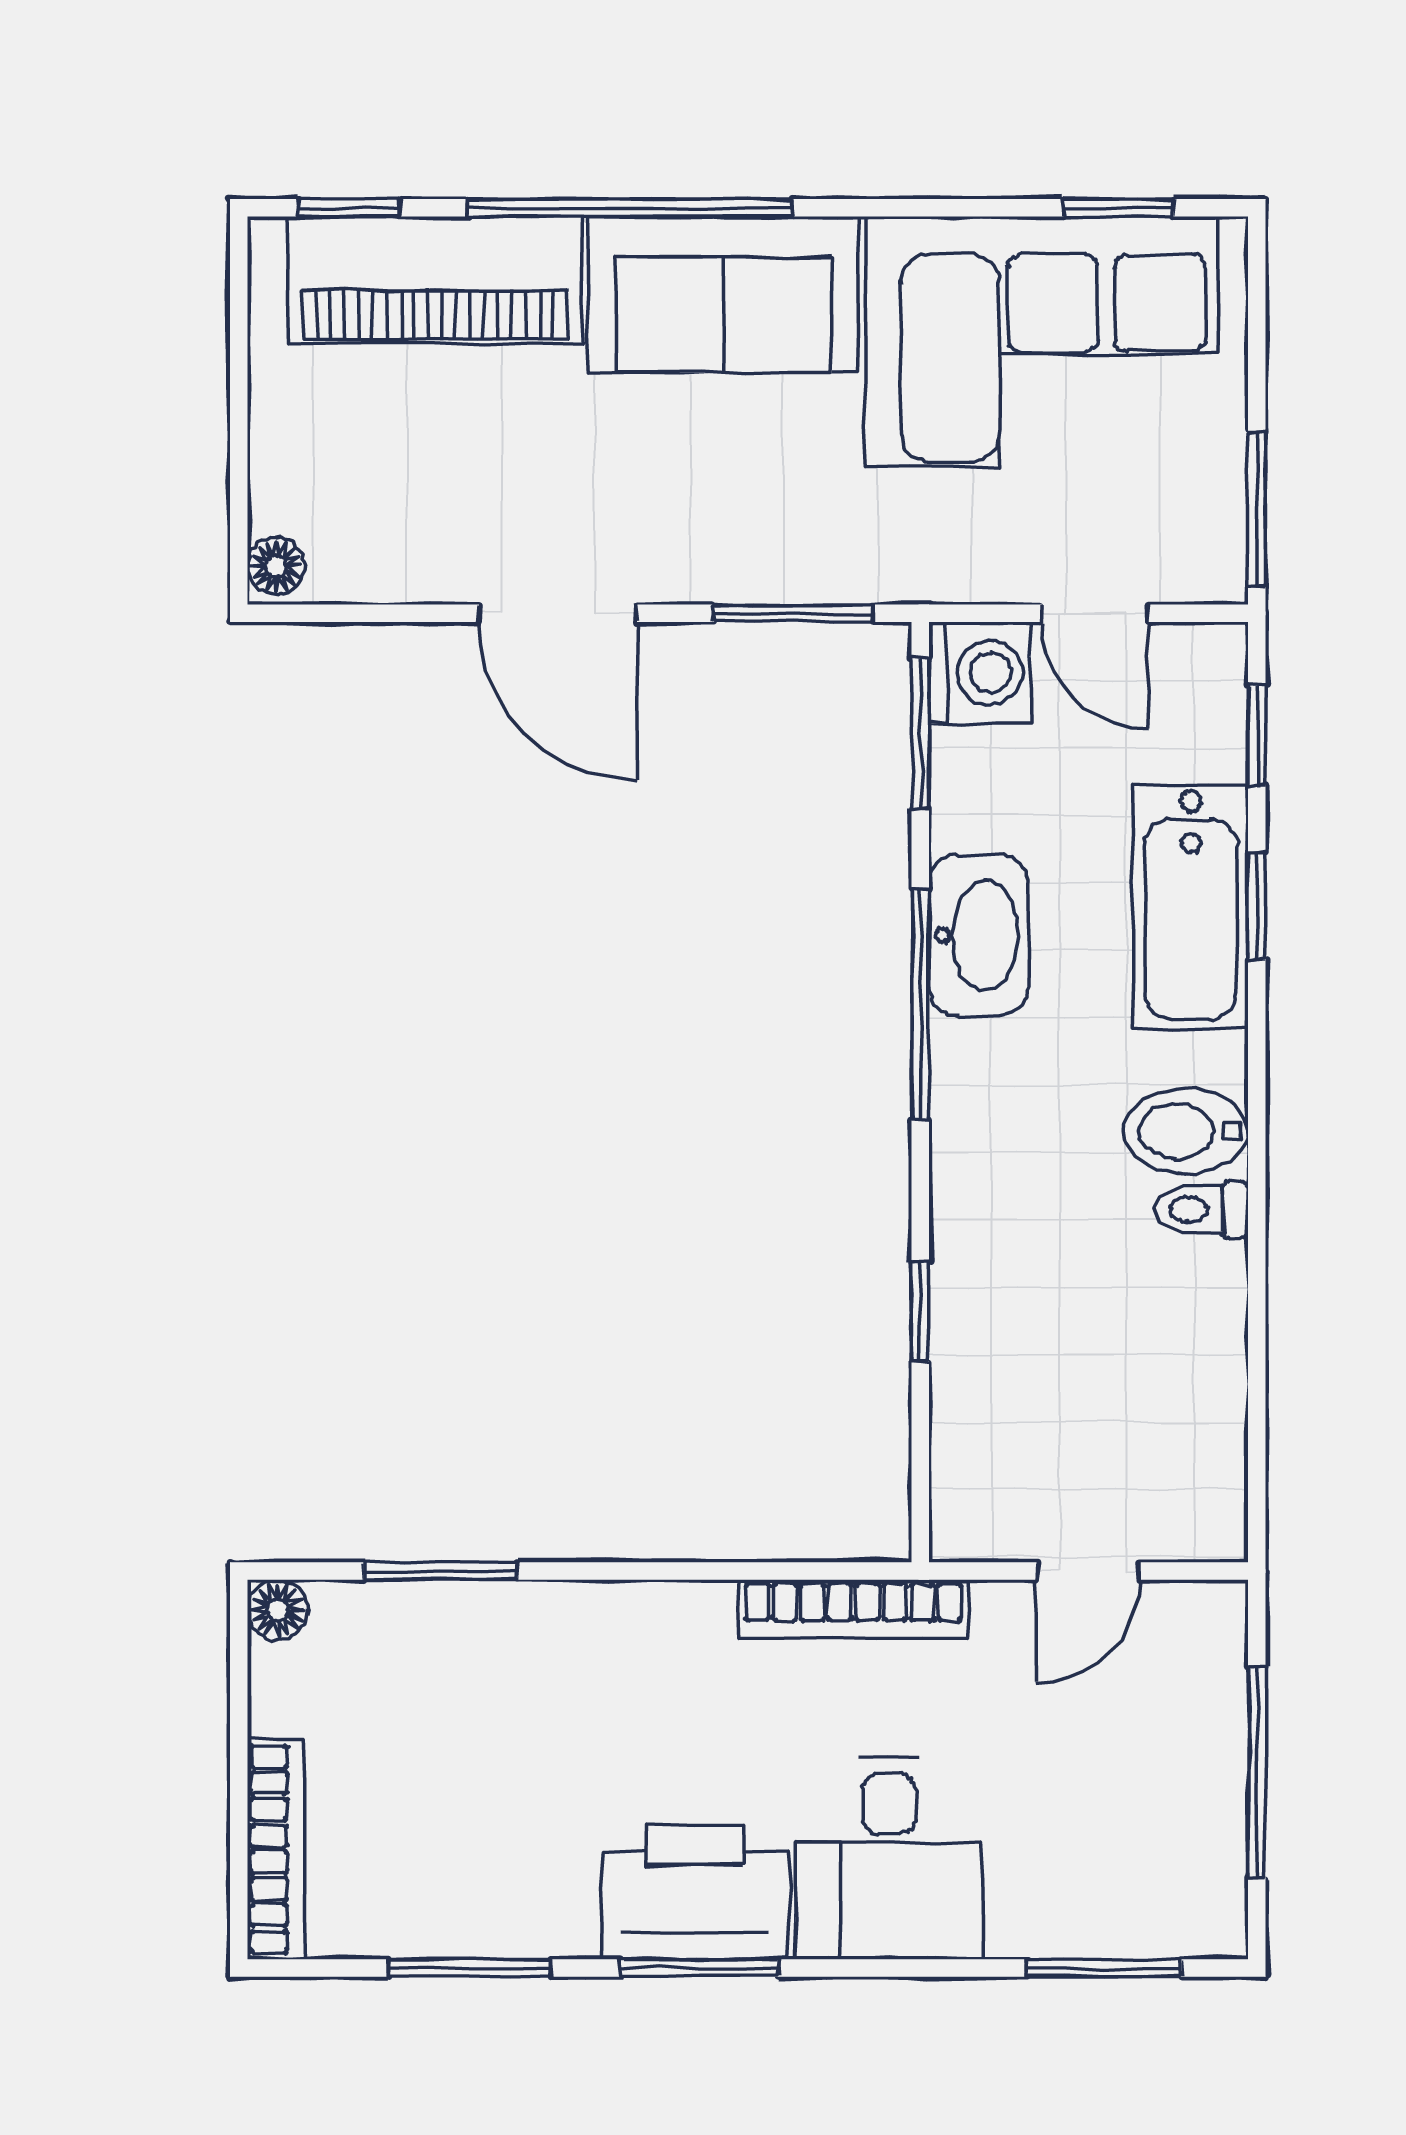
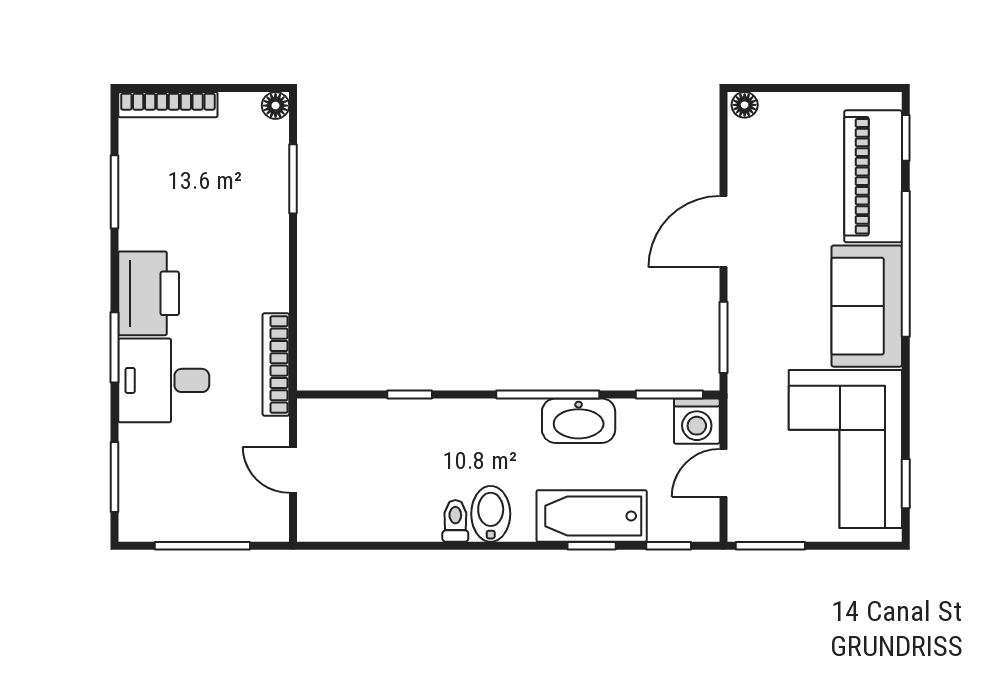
window: (699, 1968) -> (115, 347), moved

